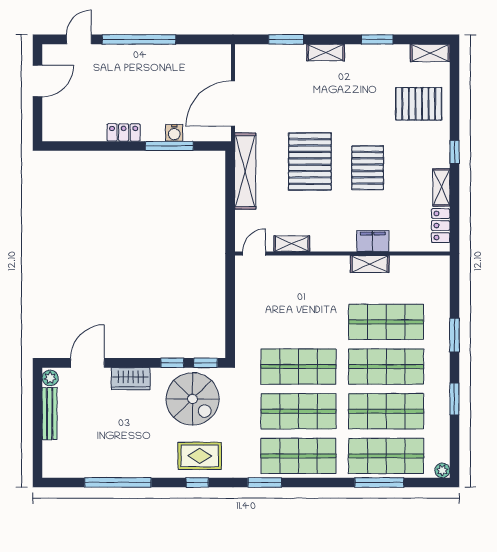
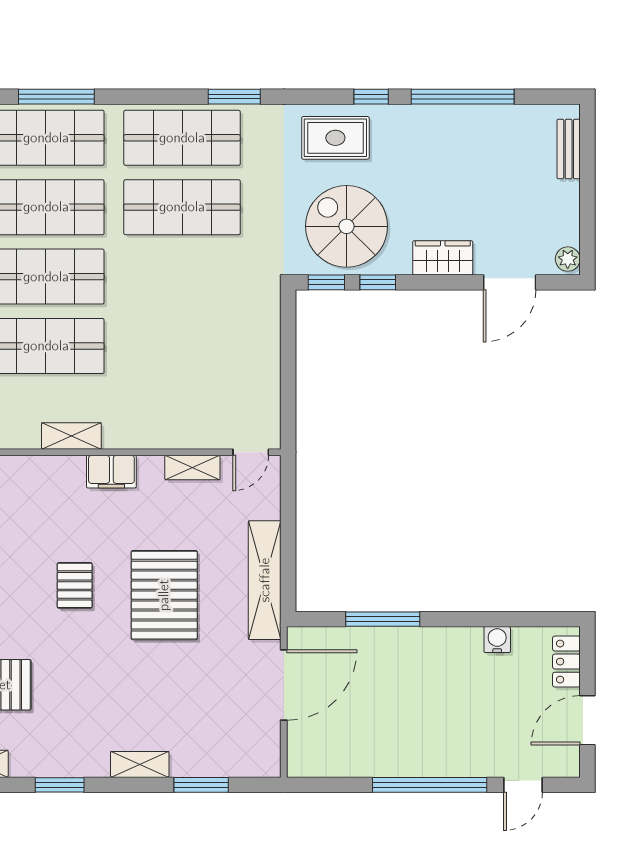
locker: (124, 132) -> (566, 662), moved, turned 90
water cooler: (174, 133) -> (497, 640), moved
pallet: (368, 168) -> (75, 585), width x0.67, depth x0.71
filing cabinet: (373, 241) -> (111, 472), moved
shop shelf: (298, 367) -> (182, 277), removed
bench: (50, 414) -> (569, 149), moved, width x0.73
window: (197, 482) -> (371, 97), moved

